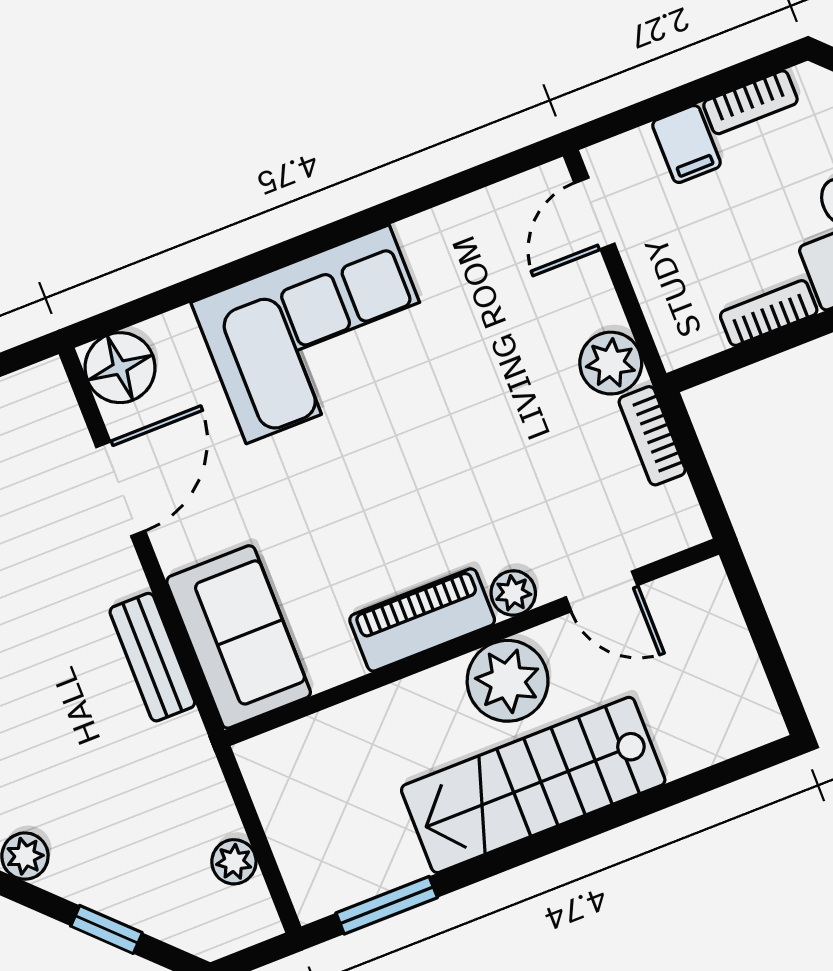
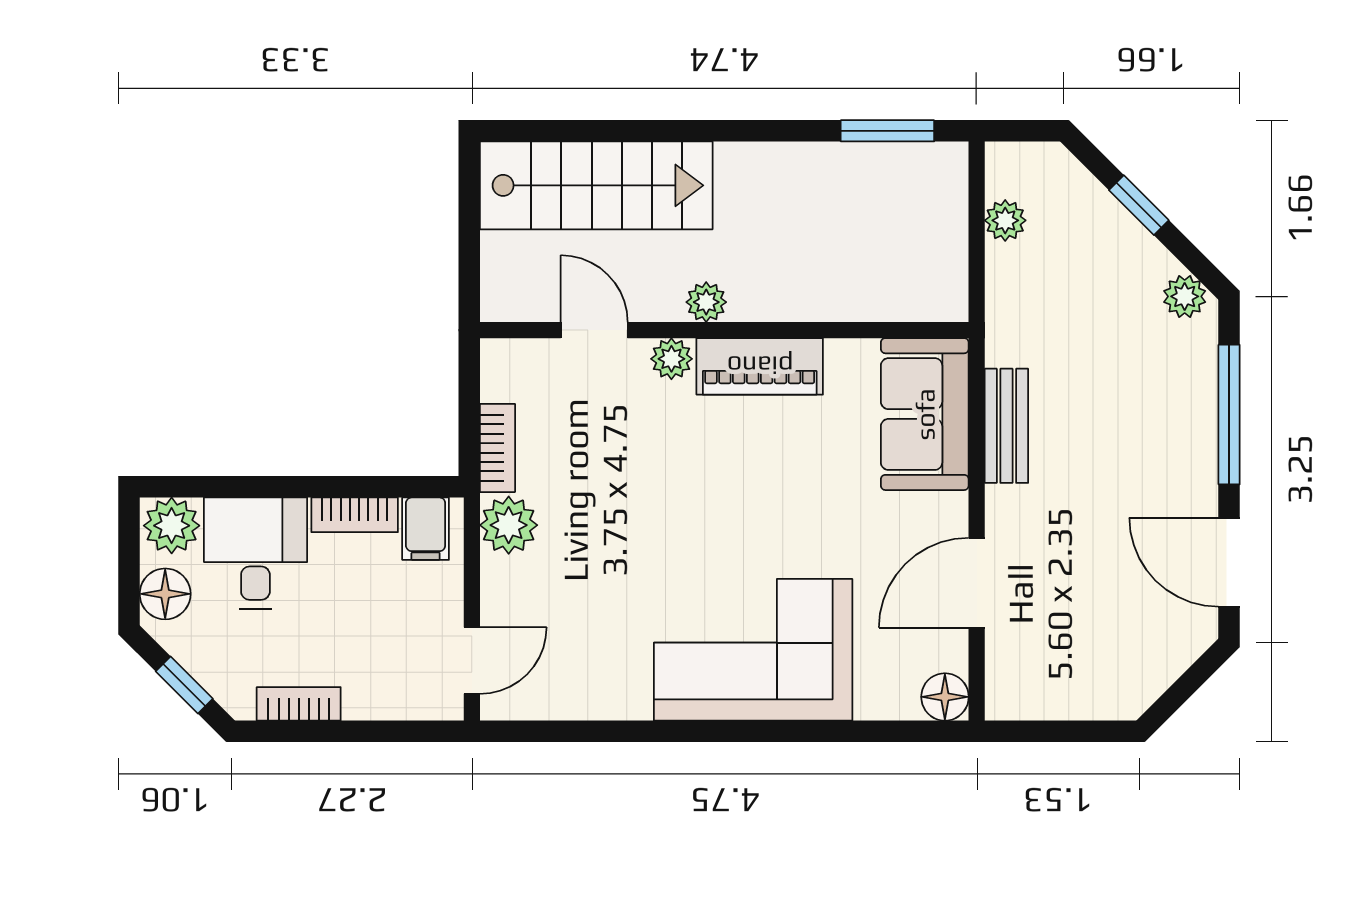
filing cabinet: (686, 144) -> (426, 529), moved, turned 180
floor lamp: (120, 368) -> (945, 697), width x0.73, depth x0.73
plant: (508, 681) -> (706, 302), width x0.53, depth x0.53
stairs: (533, 785) -> (596, 185), moved

